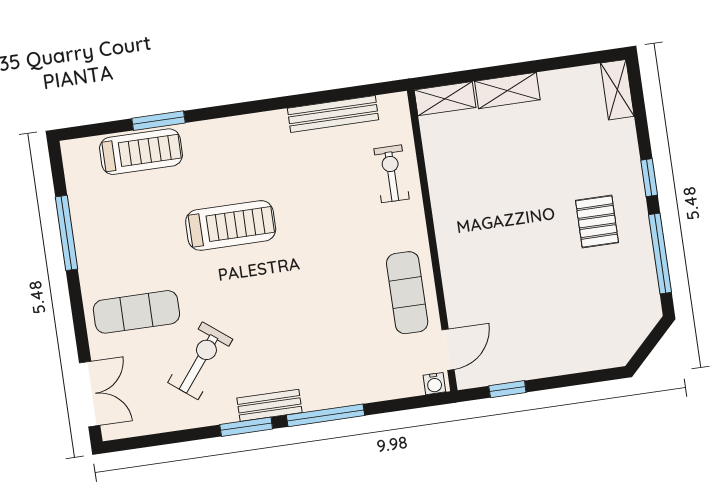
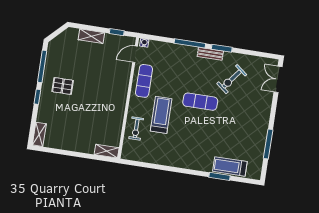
shelving: (507, 91) -> (91, 36), moved
bench: (333, 114) -> (152, 158), removed
pallet: (597, 221) -> (63, 86), turned 90
treadmill: (231, 225) -> (161, 115), moved, turned 90
exercise mat: (136, 312) -> (200, 102), moved

